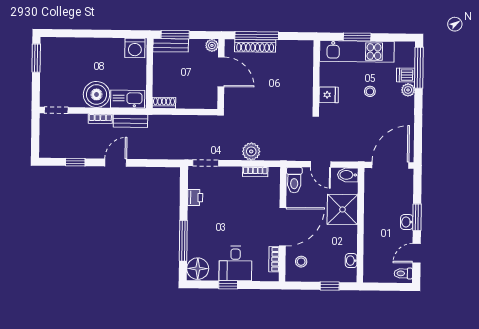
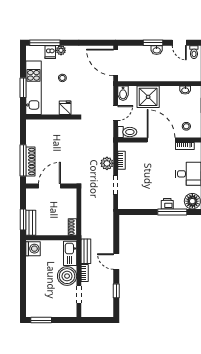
plant: (212, 45) -> (30, 193), removed
doorway: (56, 110) -> (79, 295), moved
doorway: (206, 163) -> (116, 185), moved
printer: (195, 198) -> (167, 204), moved

